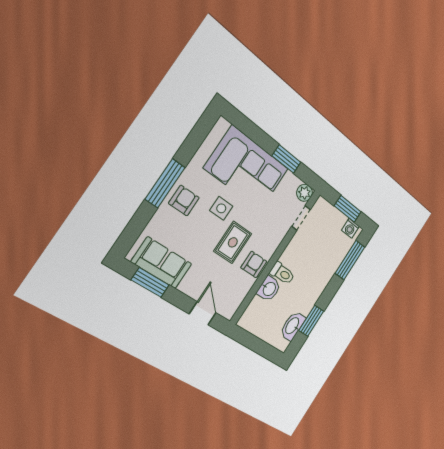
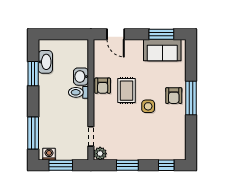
window: (246, 126) -> (166, 165), added
corner sofa: (247, 168) -> (149, 141), removed

